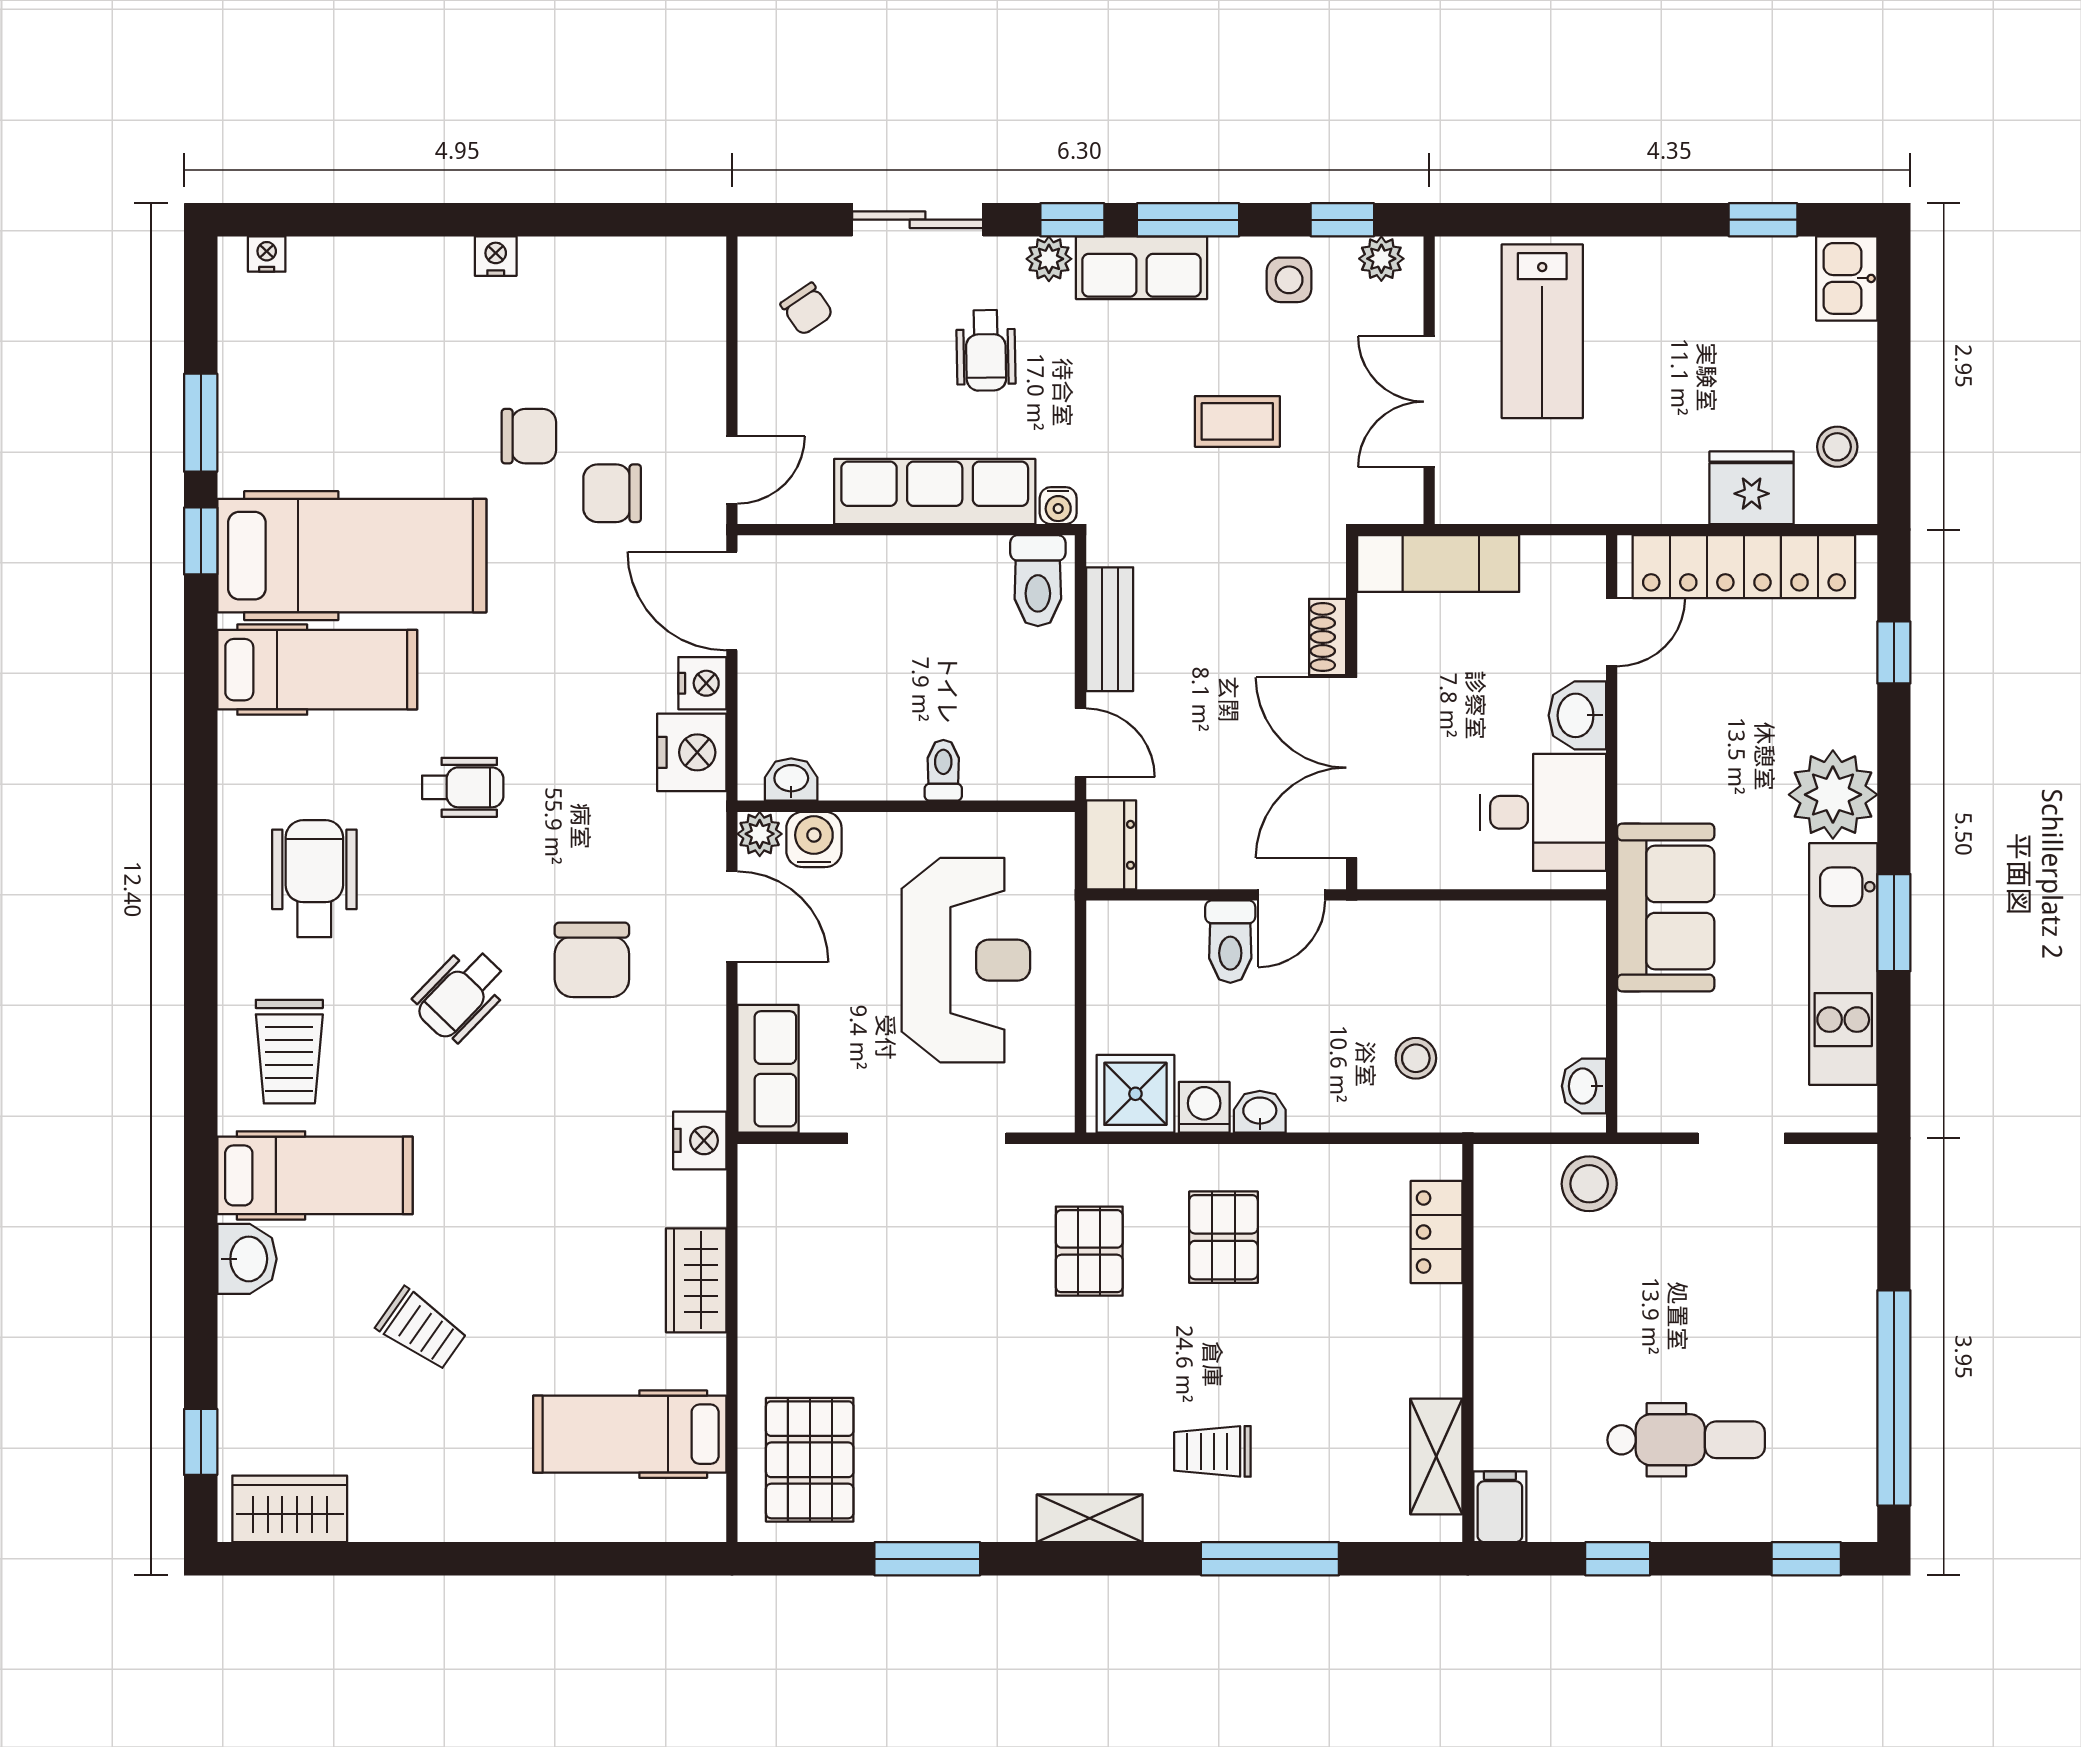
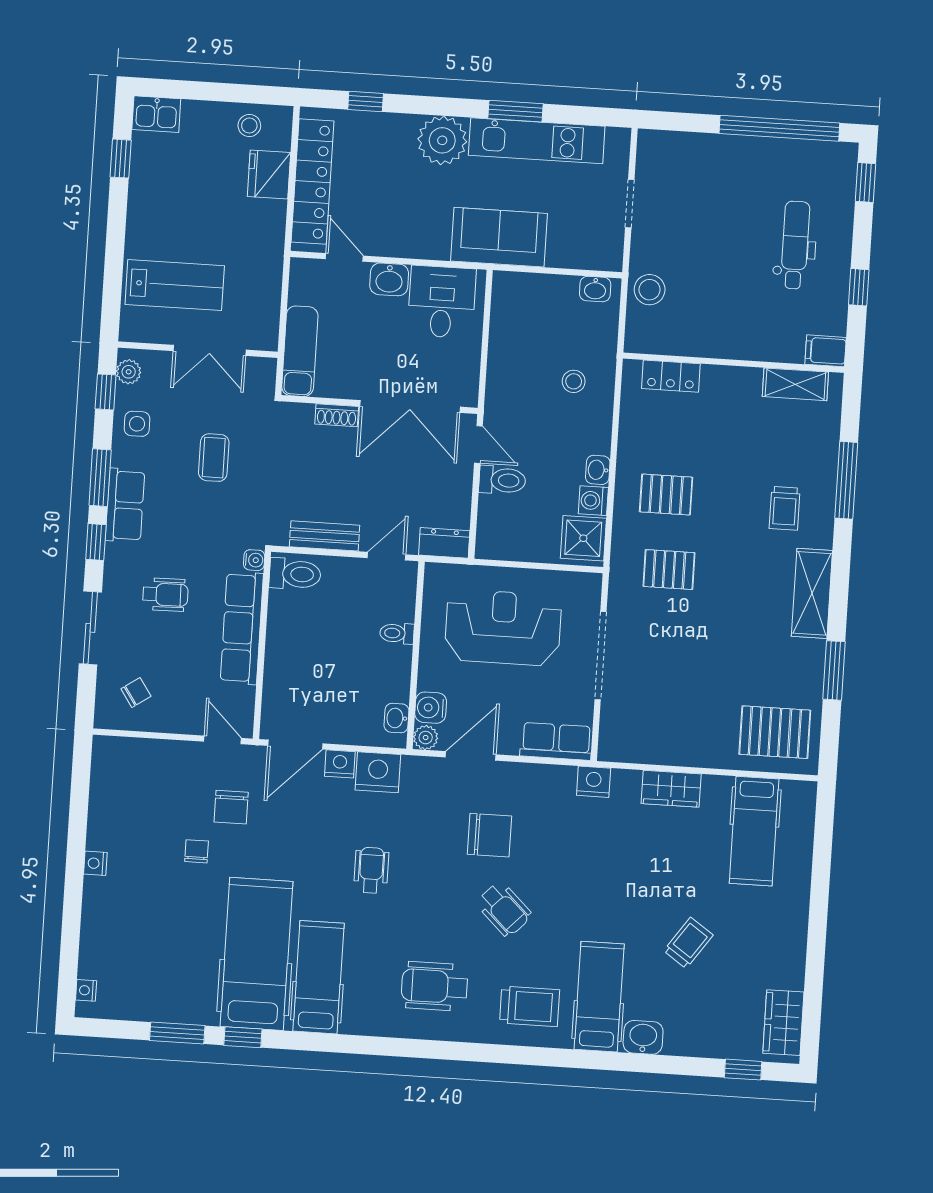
plant: (1049, 259) -> (117, 556), removed
chair: (529, 436) -> (197, 851), width x0.73, depth x0.73
wheelchair: (463, 787) -> (371, 870), moved
shelving: (1090, 1518) -> (812, 593), width x1.50, depth x1.33

